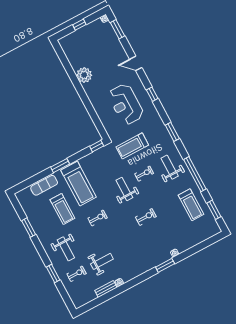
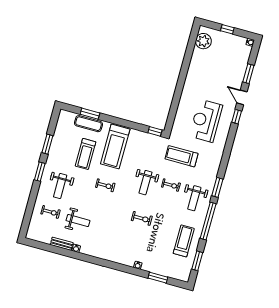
window: (117, 29) -> (248, 74), moved
plant: (84, 75) -> (203, 41), moved
window: (152, 94) -> (237, 117), moved
window: (172, 132) -> (217, 187), moved
window: (60, 166) -> (90, 114), moved
weight bench: (170, 167) -> (194, 198), turned 180
weight bench: (124, 189) -> (145, 183), turned 180
treadmill: (191, 205) -> (184, 241), turned 180
window: (165, 265) -> (158, 278), moved
window: (53, 273) -> (40, 172), moved

